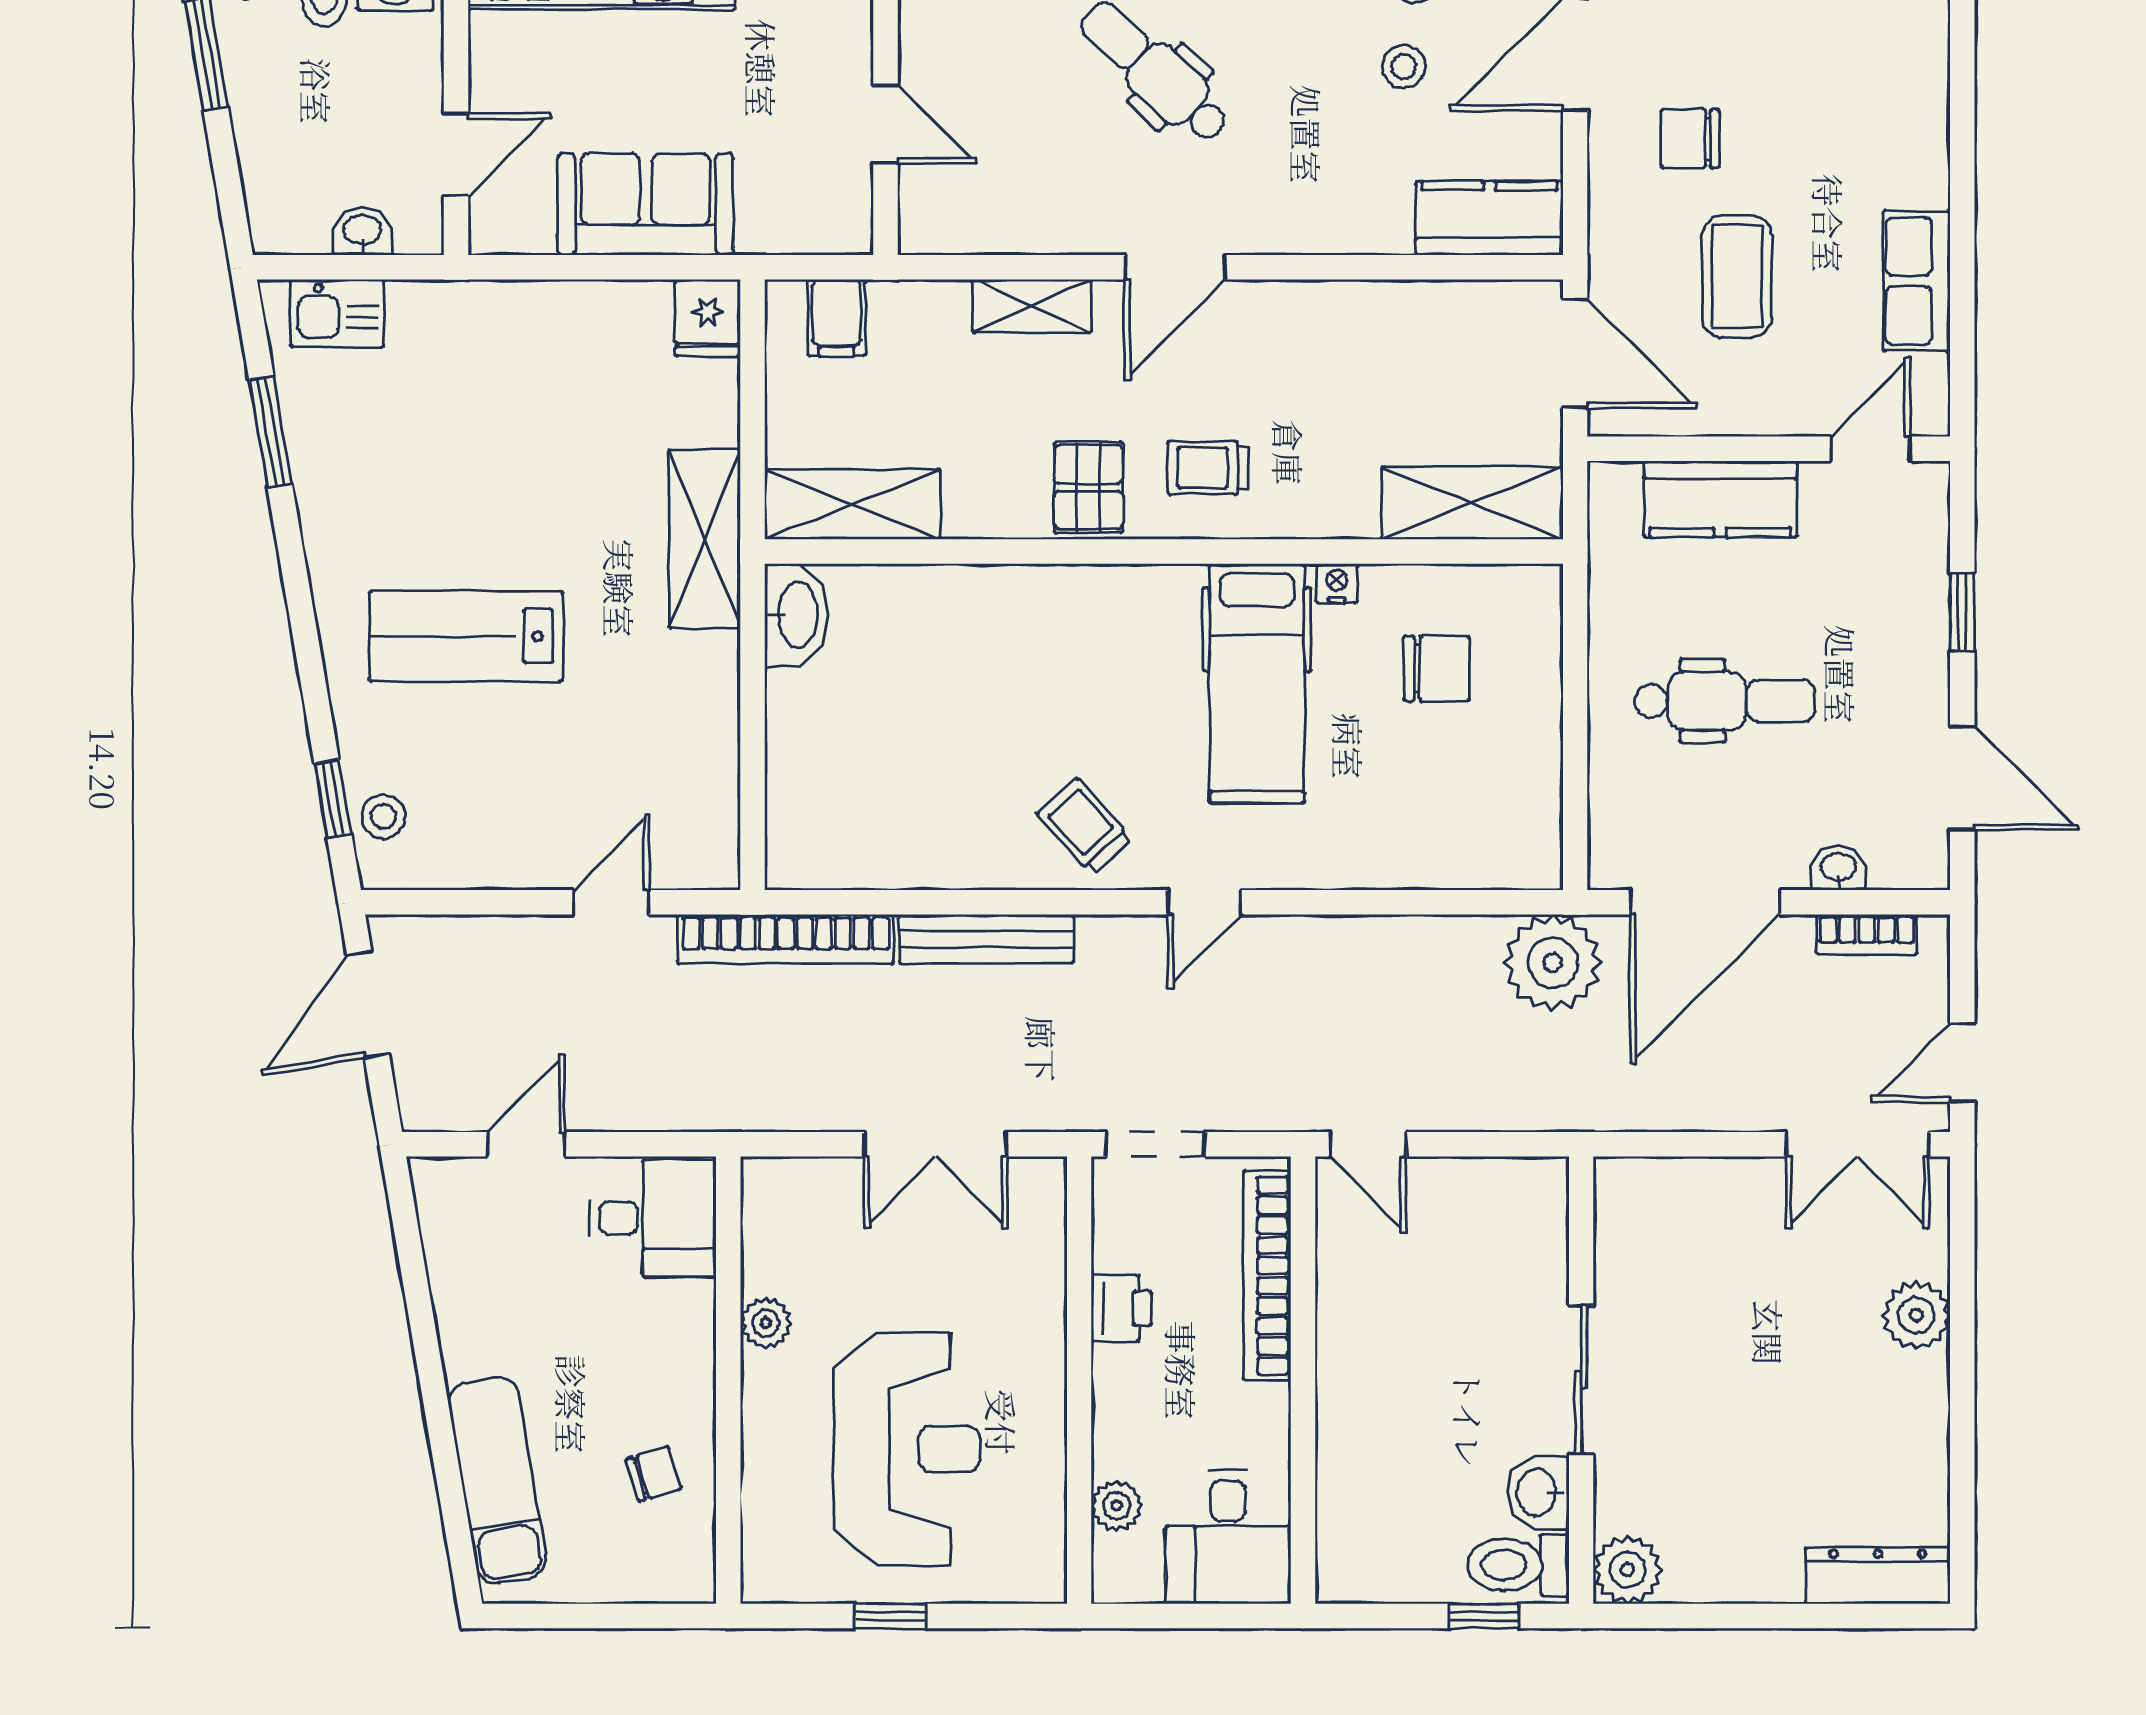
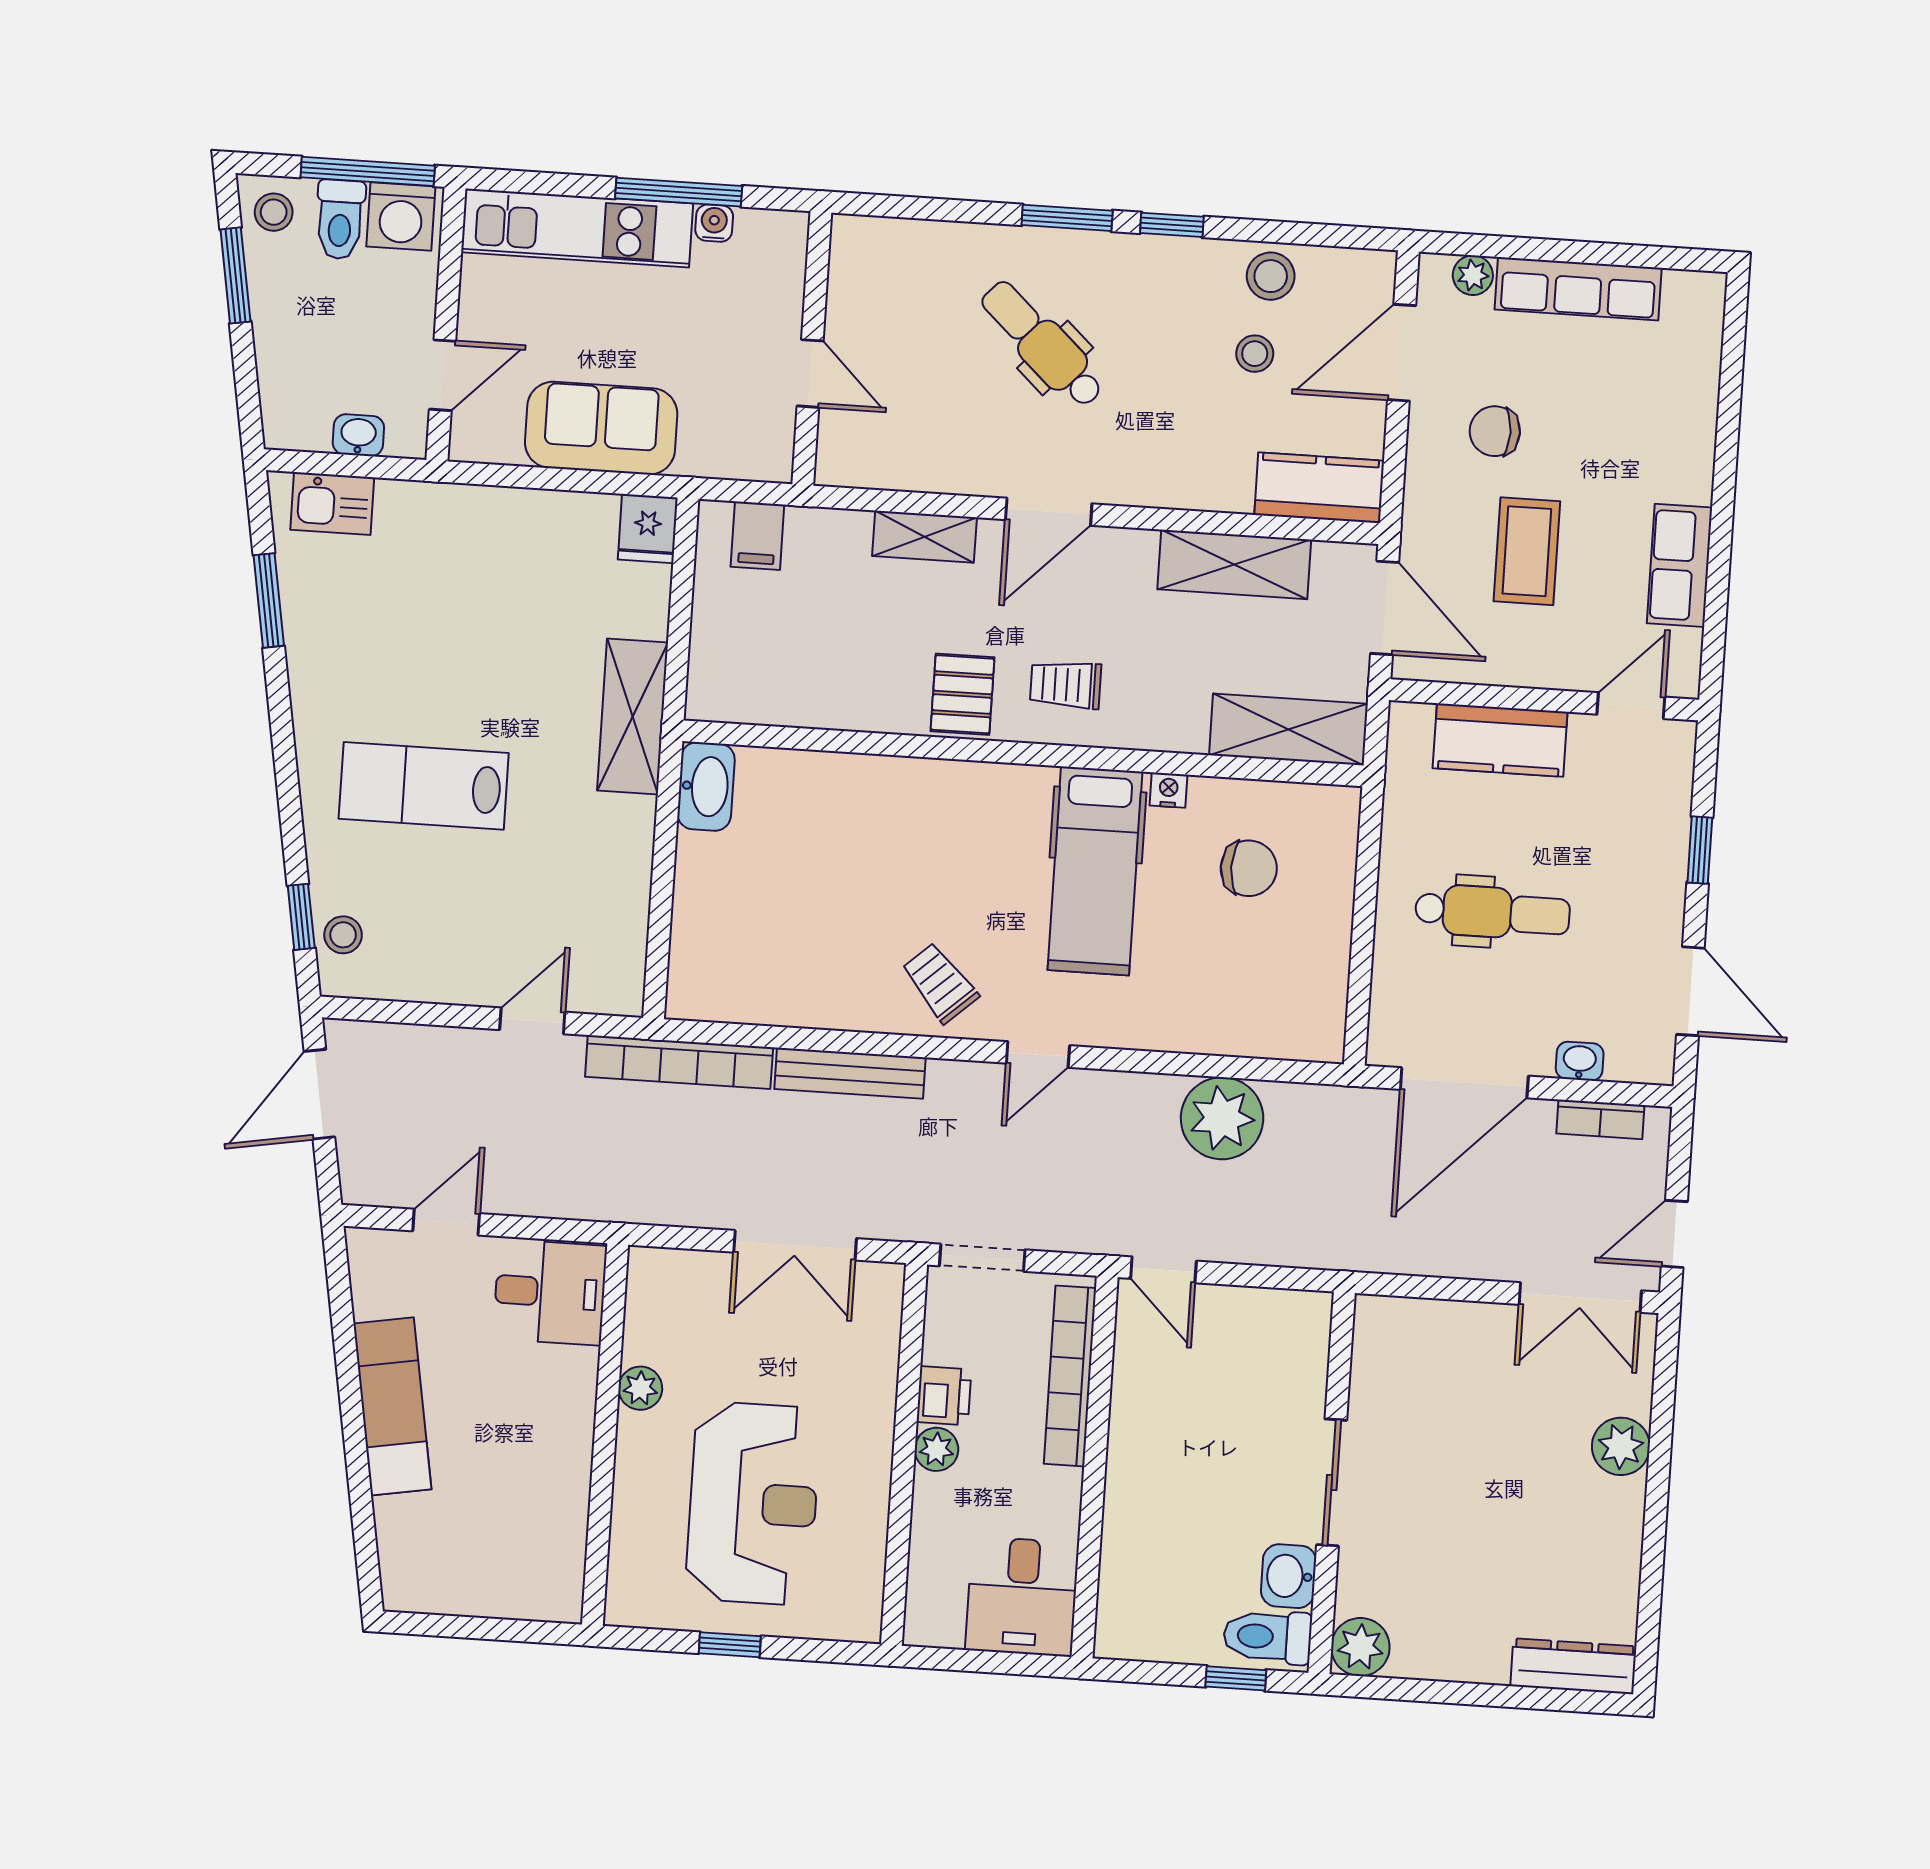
shelving: (852, 504) -> (1234, 564), moved
plant: (1553, 963) -> (1222, 1118), moved
chair: (654, 1474) -> (536, 1510), removed
exam couch: (497, 1480) -> (392, 1406), moved
plant: (1117, 1506) -> (936, 1449), moved

